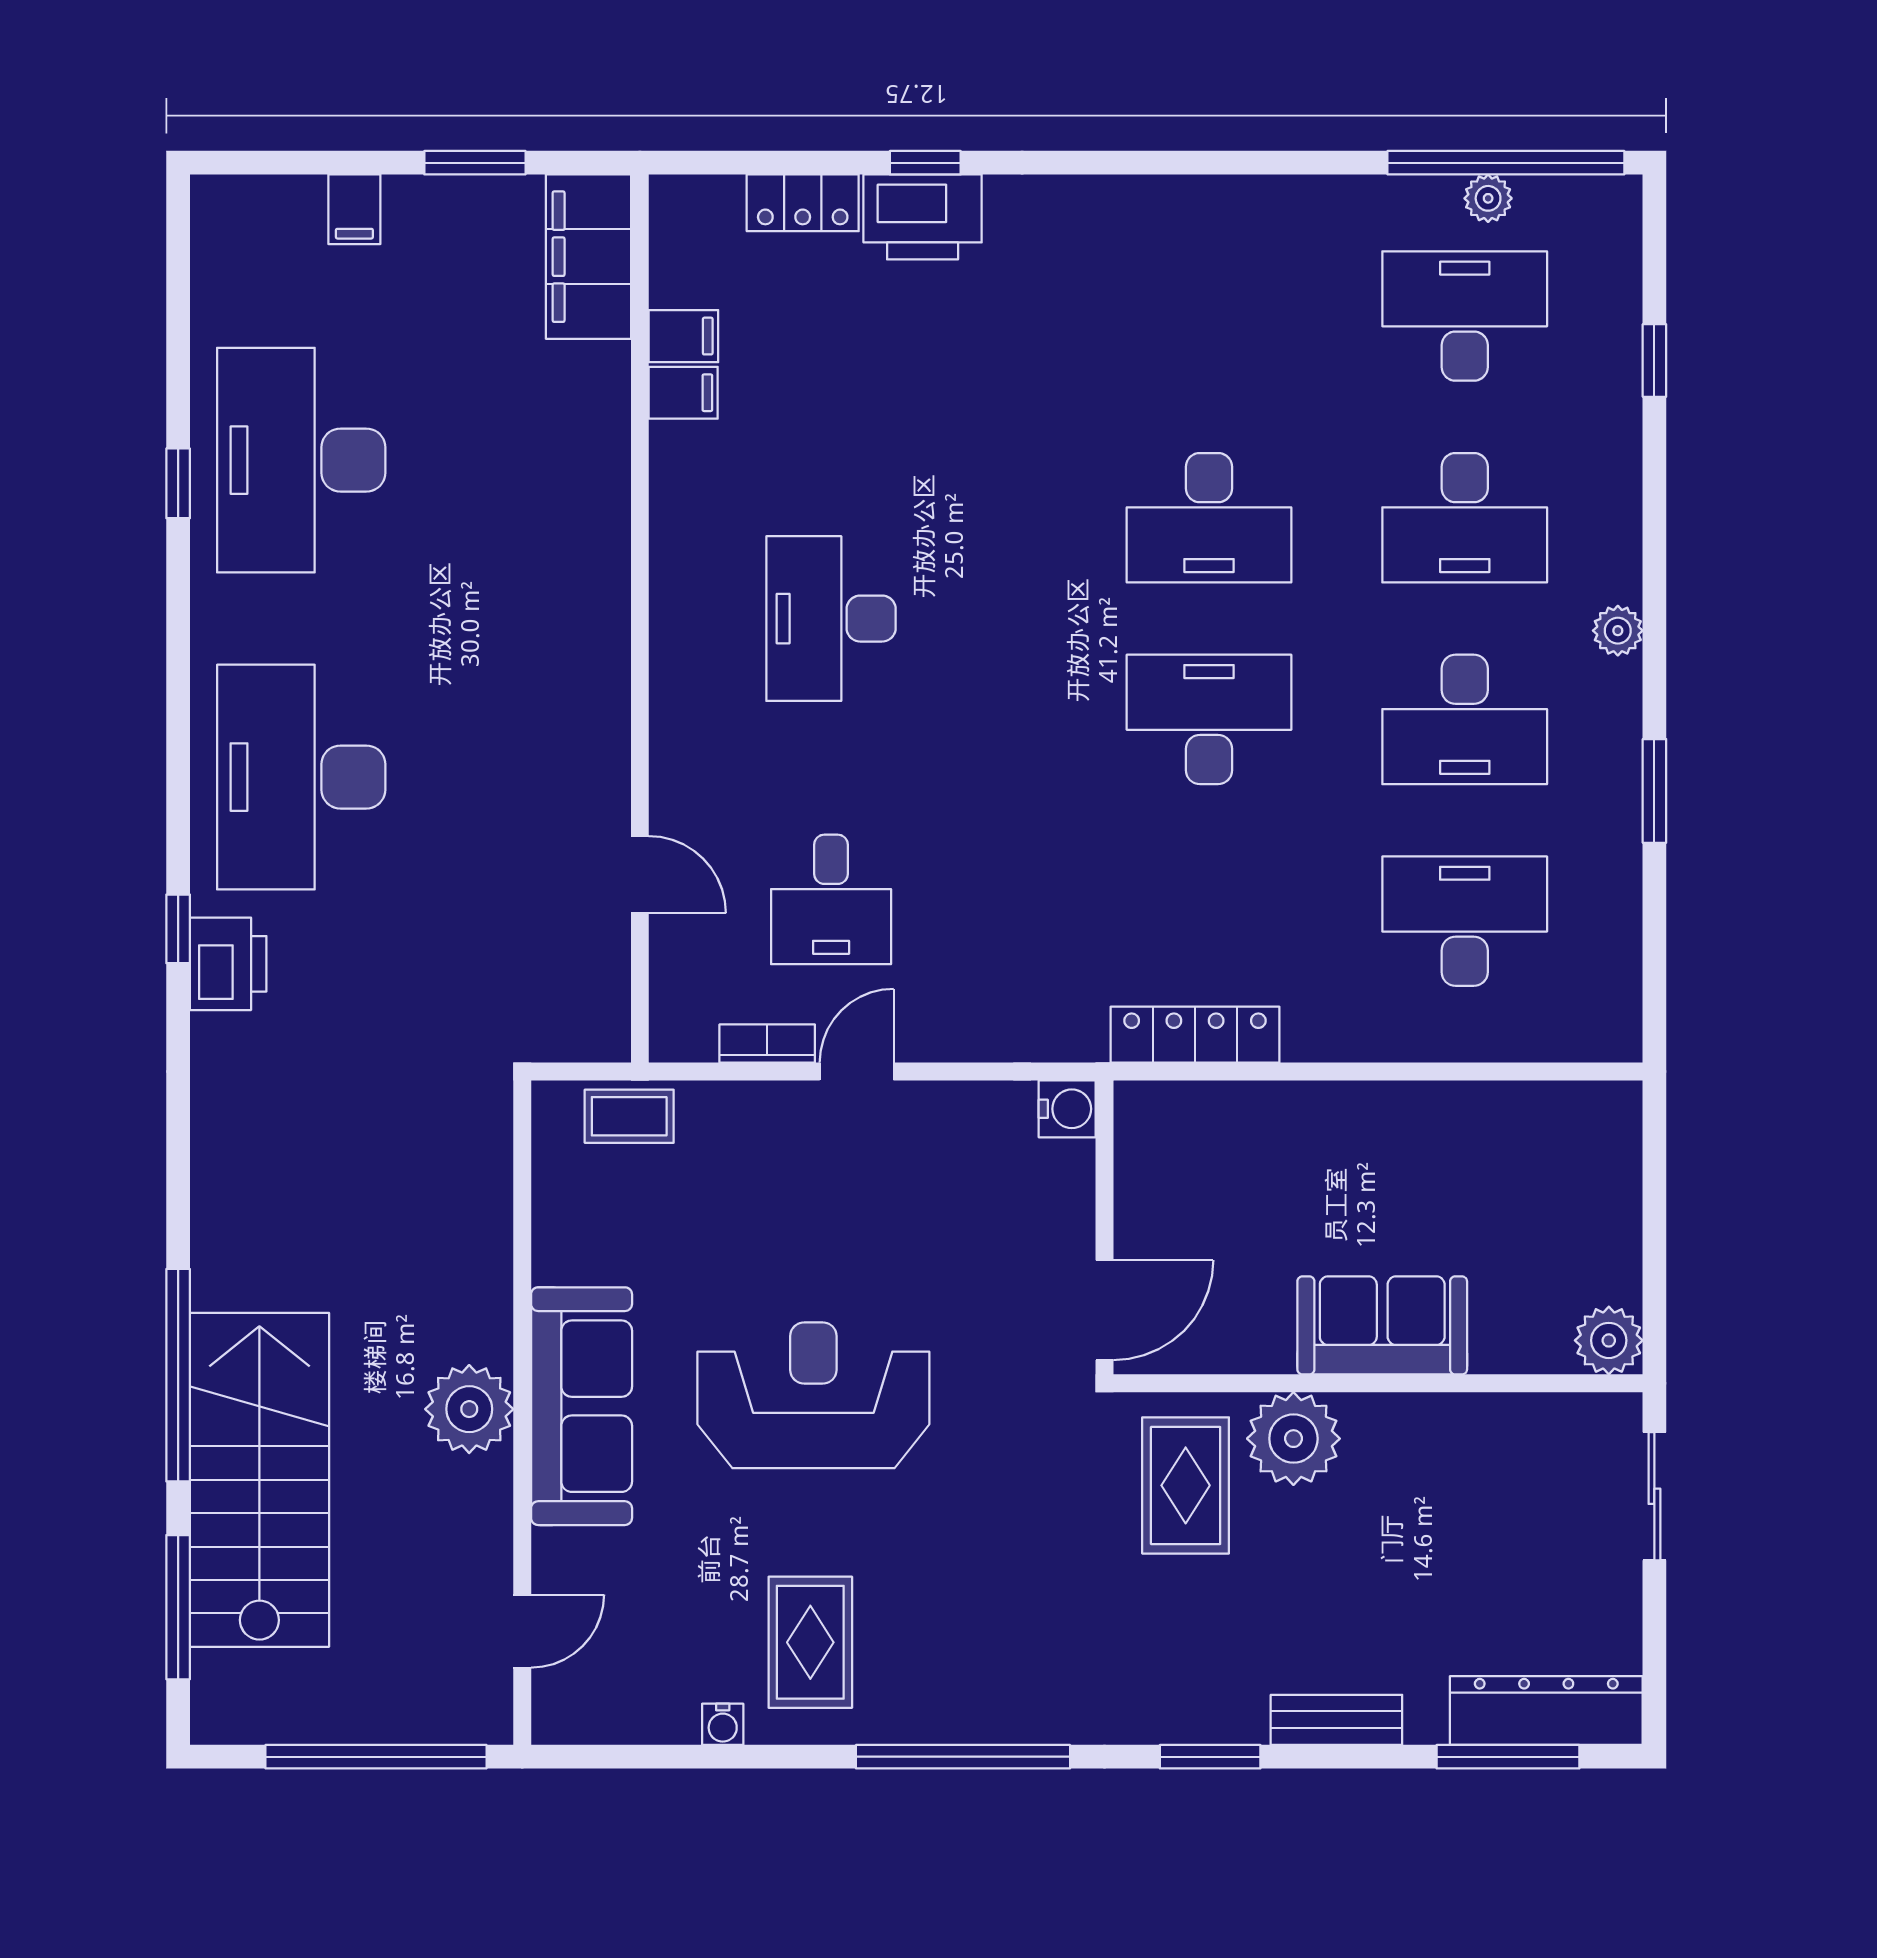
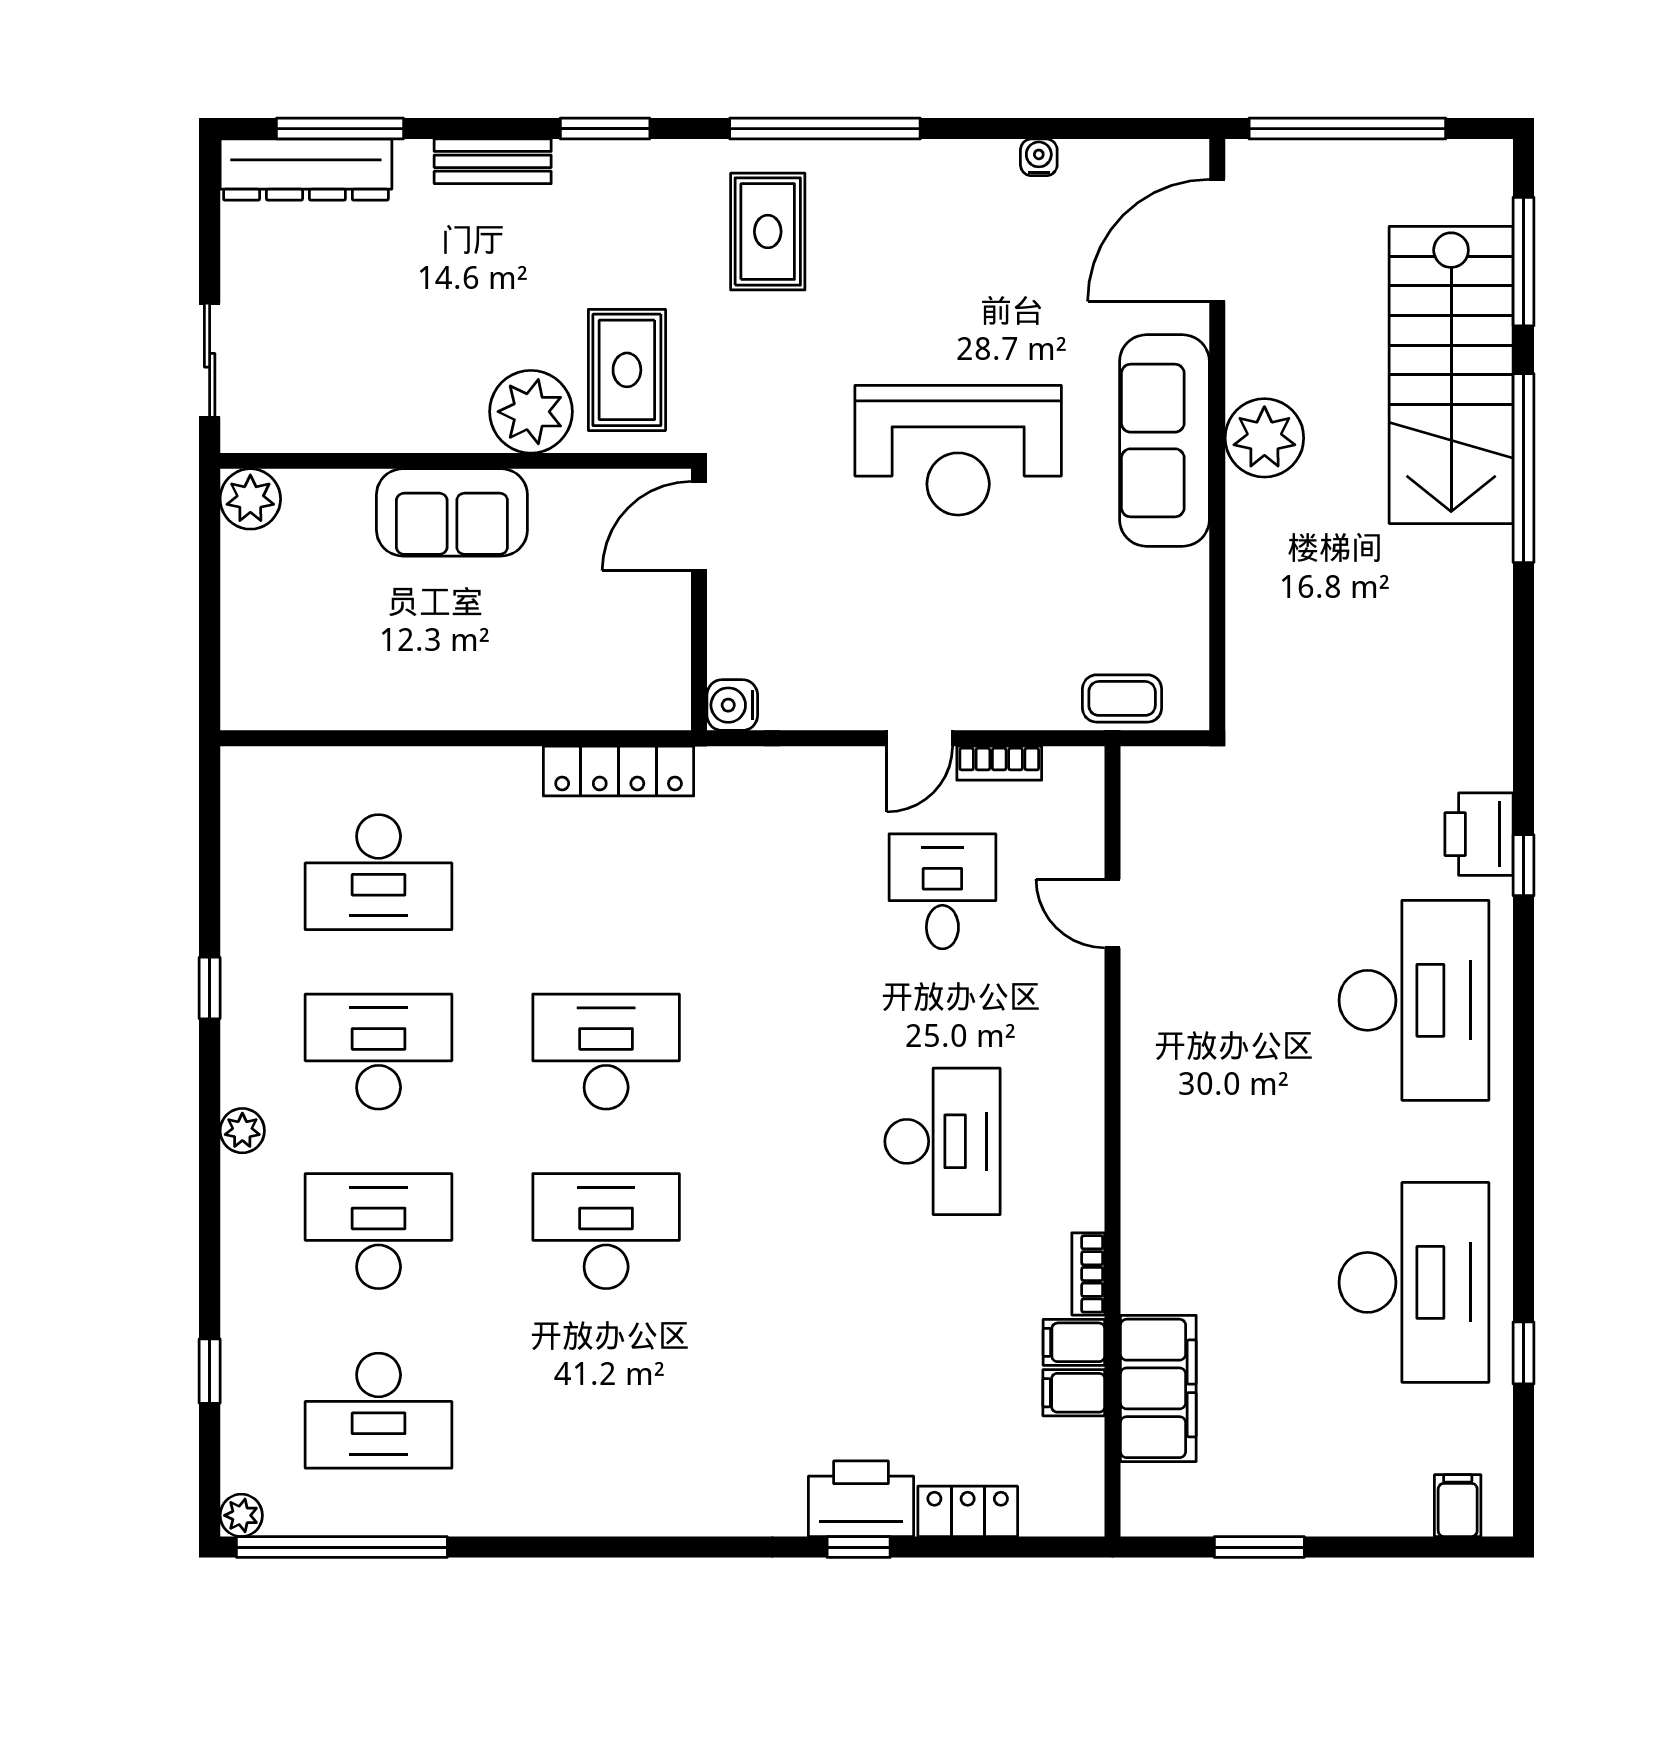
plant: (1488, 198) -> (241, 1515), moved
filing cabinet: (354, 209) -> (1458, 1506), moved
filing cabinet: (588, 257) -> (1158, 1388), moved
bookcase: (667, 470) -> (1088, 1274), added
window: (178, 483) -> (1523, 1353), moved
desk: (1209, 719) -> (606, 1052), turned 180
window: (1654, 791) -> (210, 988), width x0.67
door: (522, 1631) -> (1217, 240), width x1.87
rug: (810, 1642) -> (768, 232), moved

